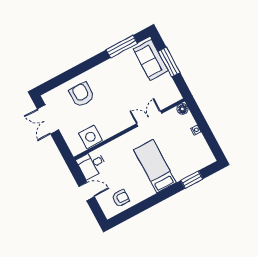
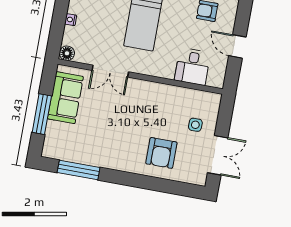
sofa: (151, 60) -> (65, 98), moved
side table: (90, 137) -> (195, 125), moved, width x0.54, depth x0.54
desk: (92, 164) -> (192, 67), moved, turned 90

